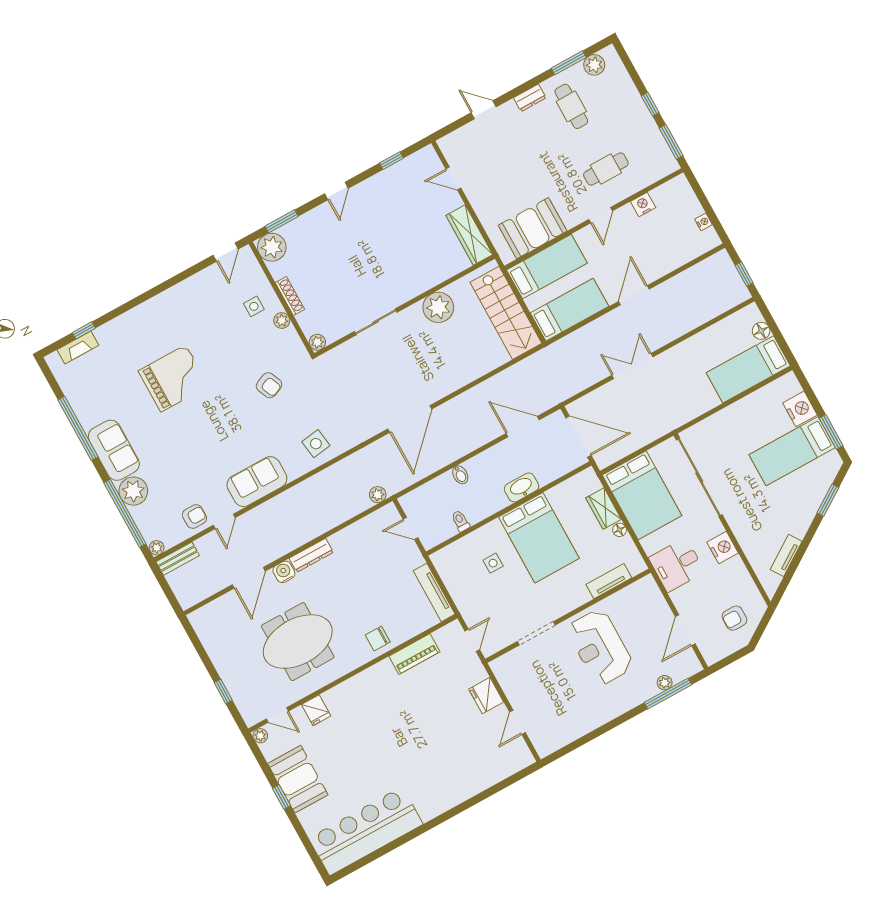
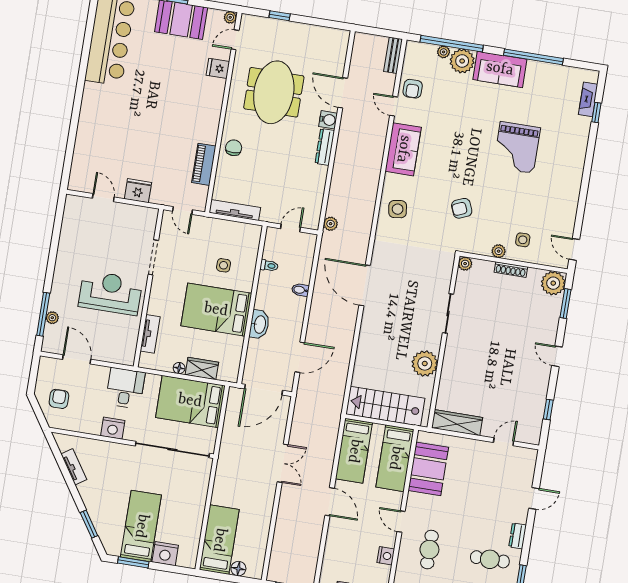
plant: (157, 548) -> (444, 52), moved

